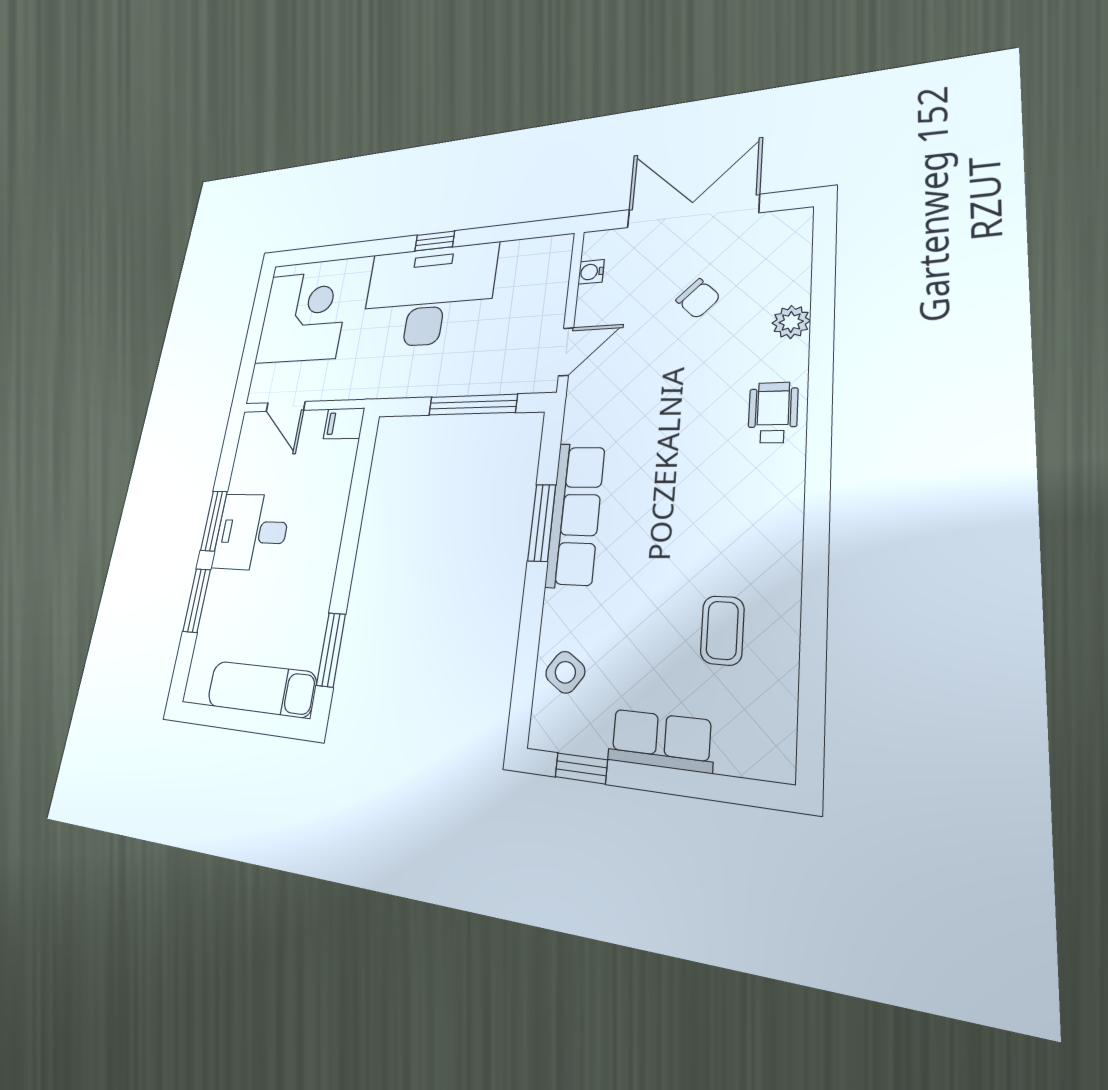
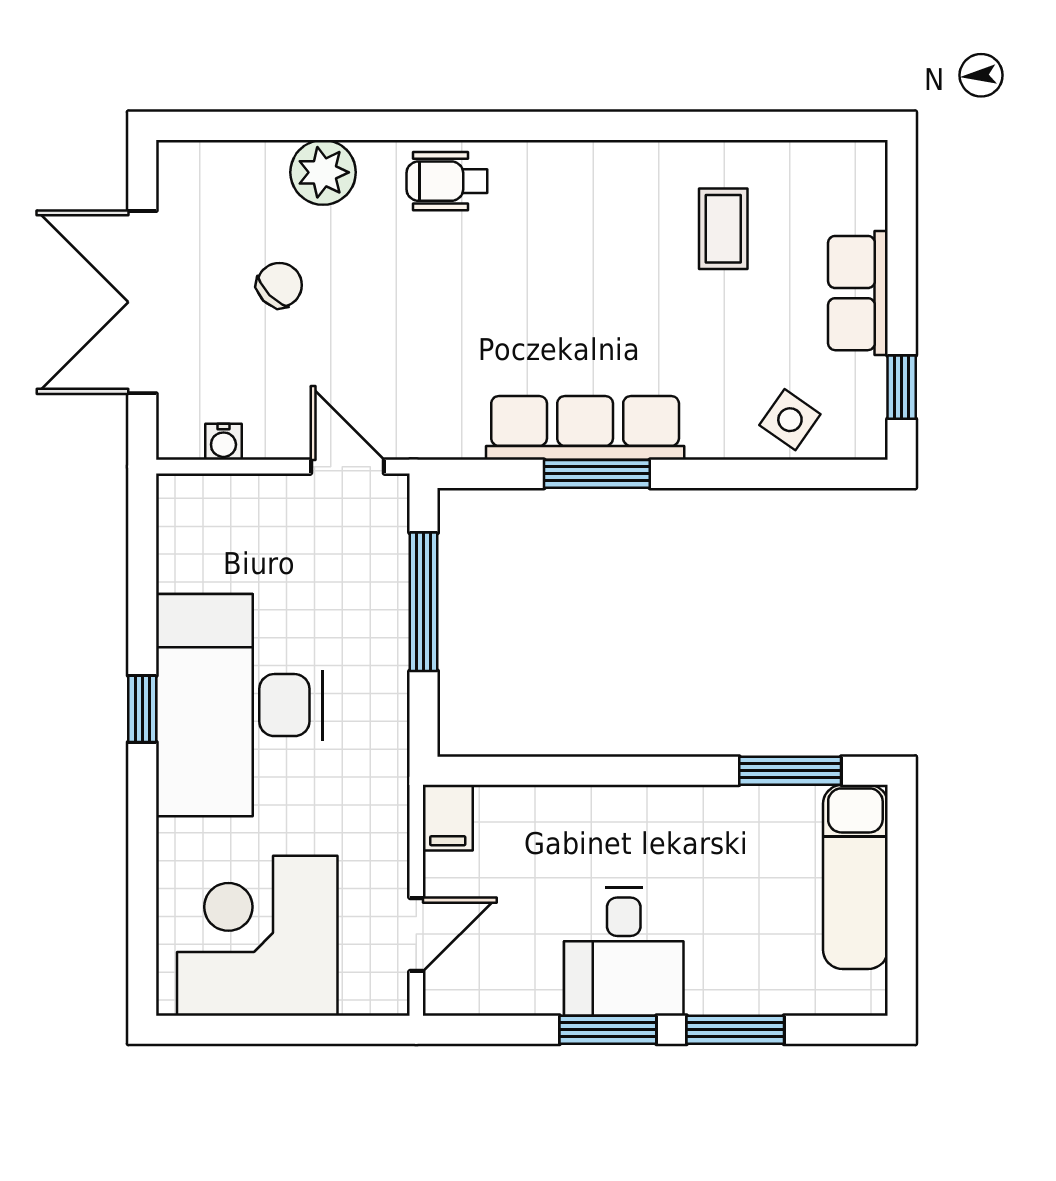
plant: (791, 322) -> (323, 172), width x1.38, depth x1.38
coffee table: (722, 630) -> (723, 229), turned 90

